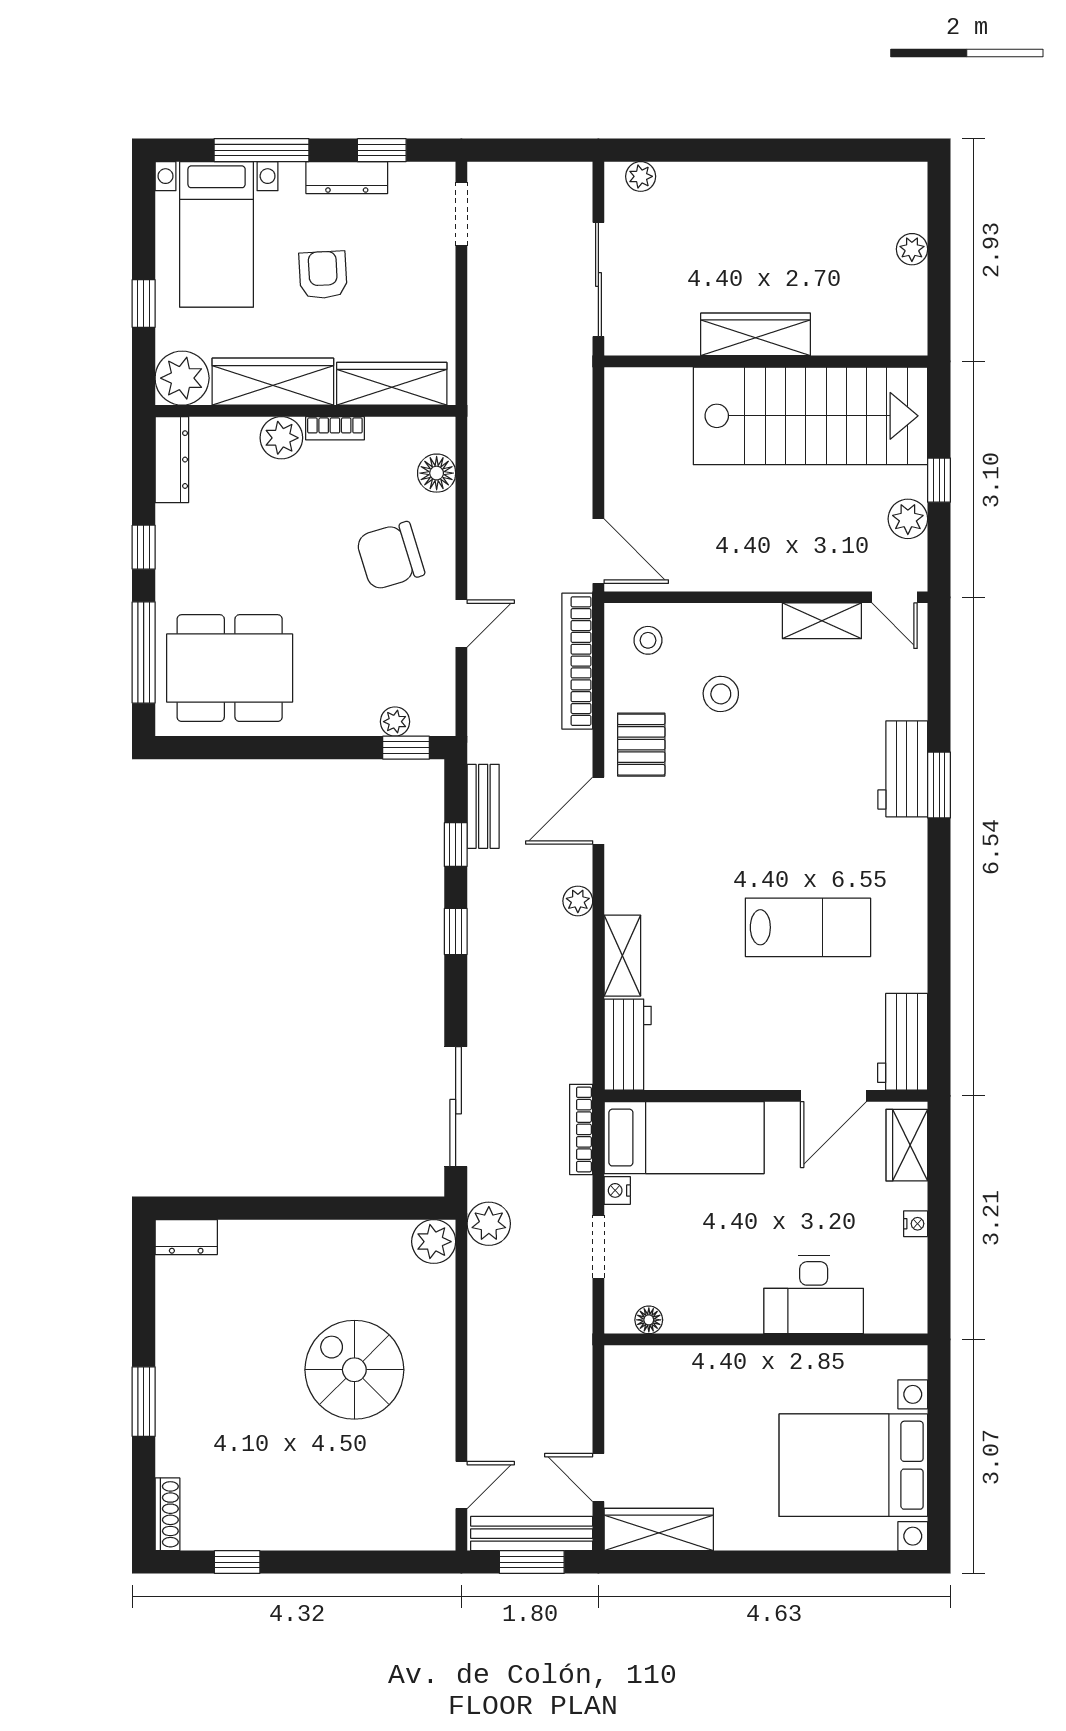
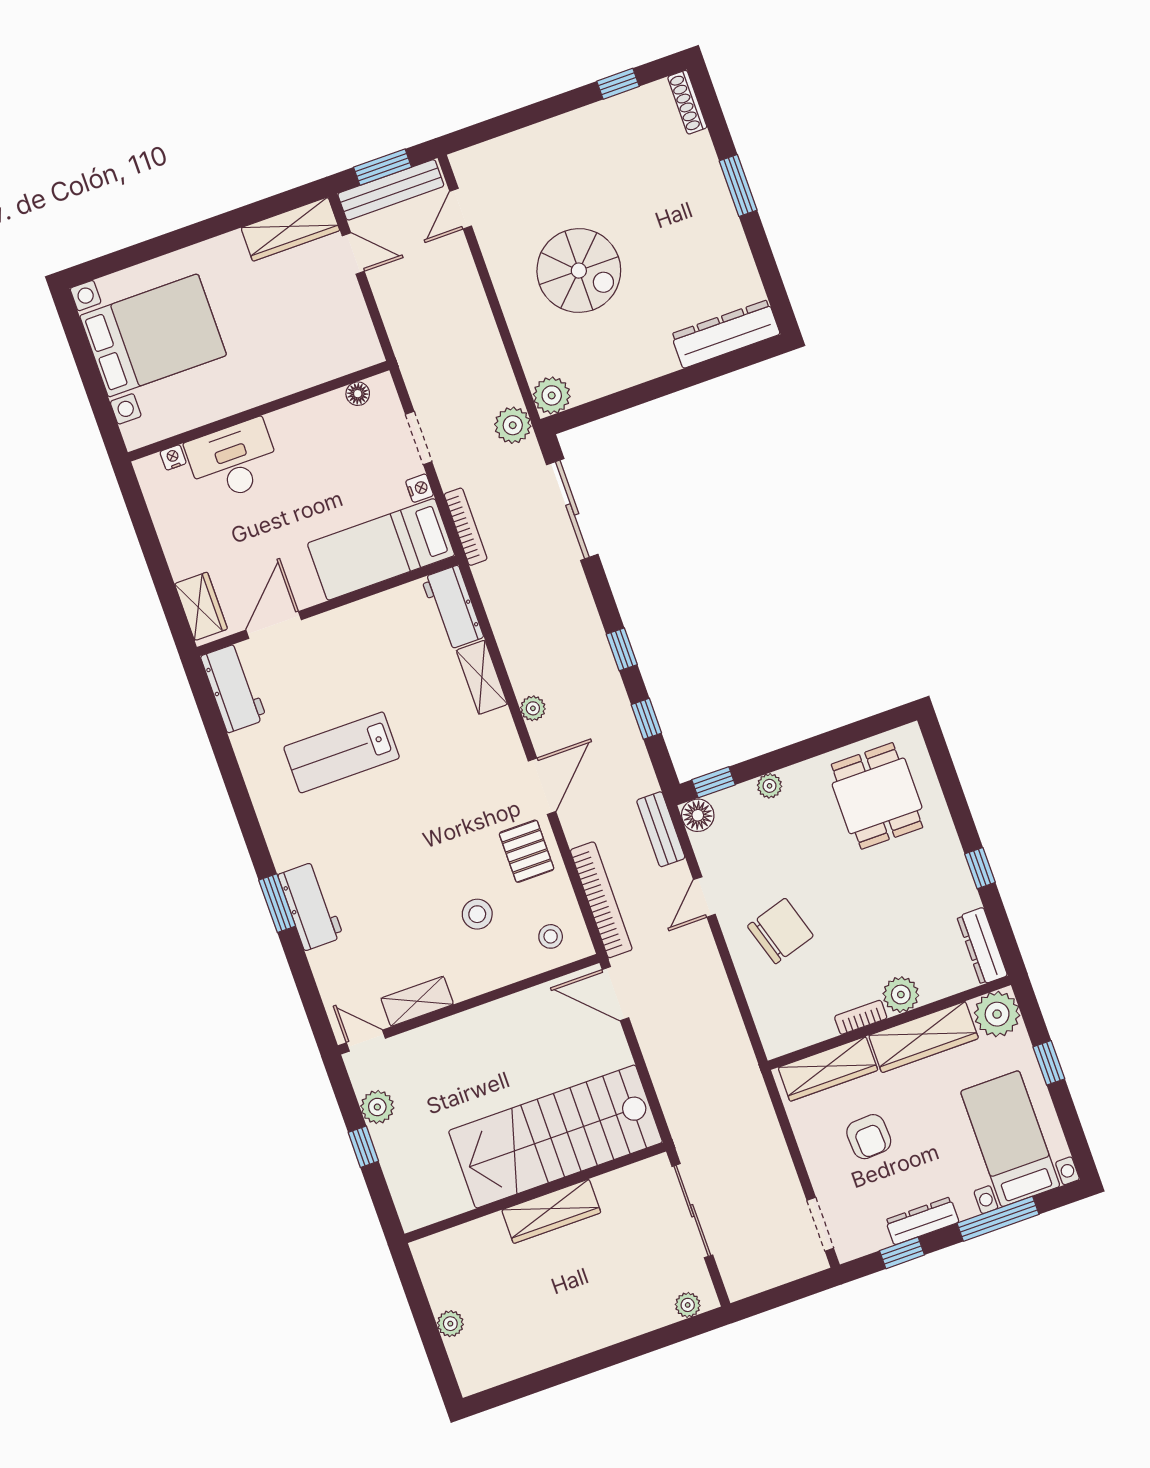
armchair: (323, 275) -> (869, 1137), moved
stairs: (810, 416) -> (556, 1136), moved
floor lamp: (437, 473) -> (698, 815), moved
window: (144, 652) -> (950, 784), removed
dining table: (230, 668) -> (877, 796), width x0.73
plant: (395, 722) -> (770, 786), moved
bench: (483, 806) -> (661, 829), moved
nightstand: (916, 1224) -> (173, 457), moved, turned 90
dresser: (186, 1237) -> (726, 334), width x1.96, depth x1.24

